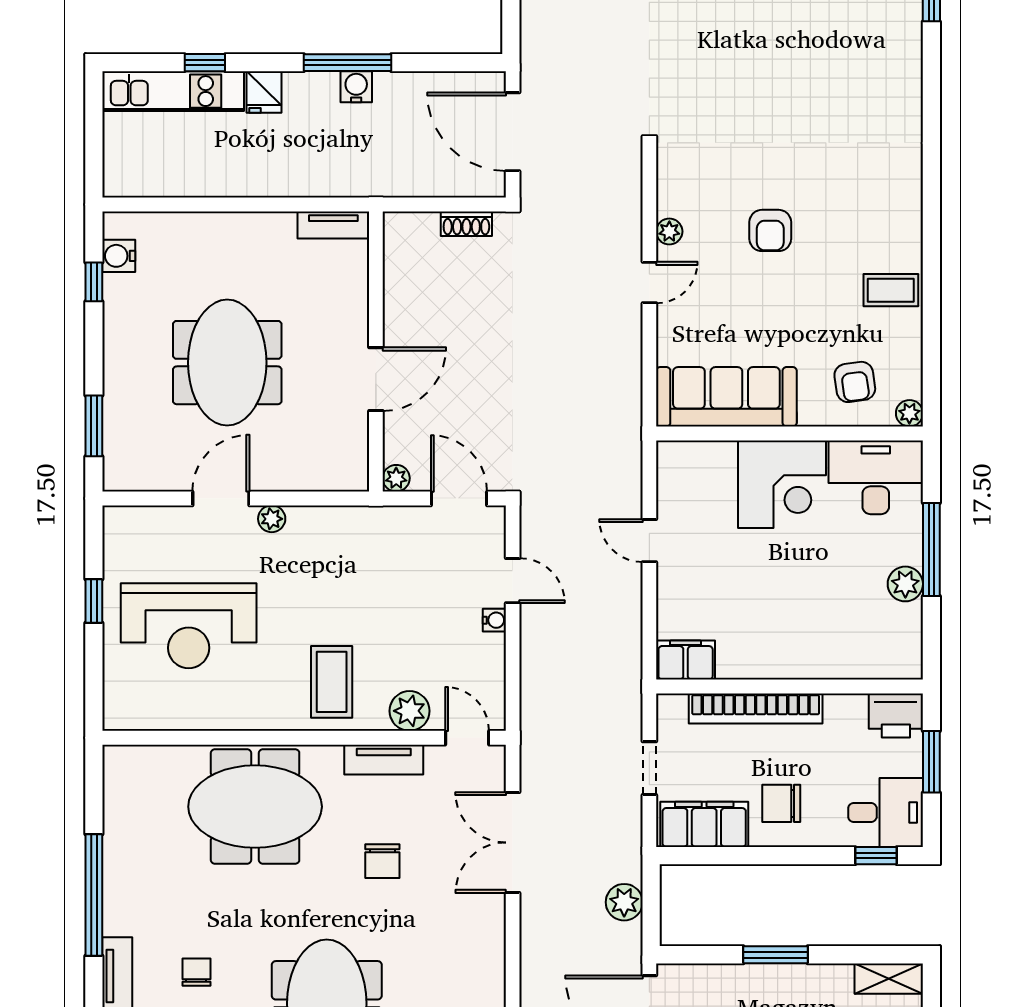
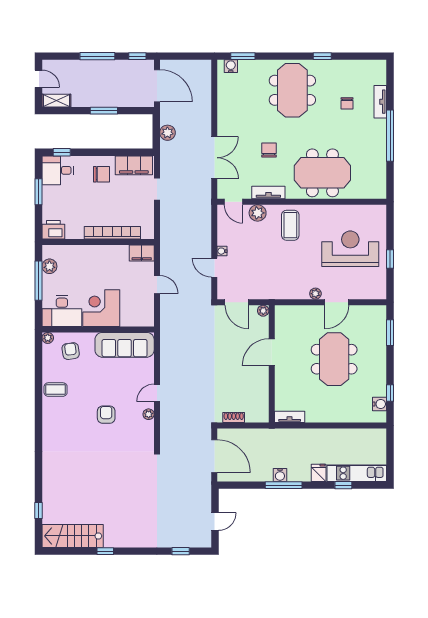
filing cabinet: (686, 660) -> (142, 253), moved
wall: (790, 686) -> (98, 242), moved
bookcase: (756, 708) -> (112, 233), moved
printer: (896, 716) -> (53, 230), moved

